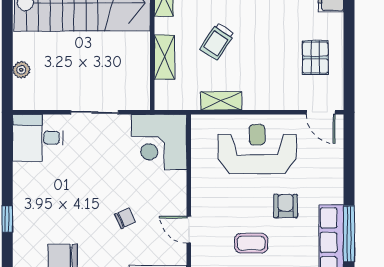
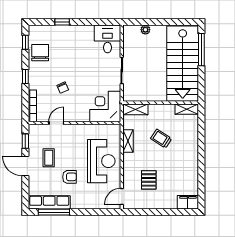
shelving: (164, 57) -> (135, 109), moved
pallet: (315, 58) -> (149, 180), moved, turned 90

